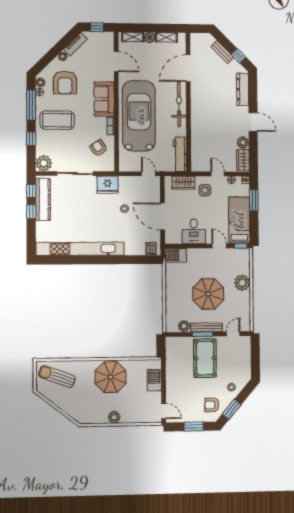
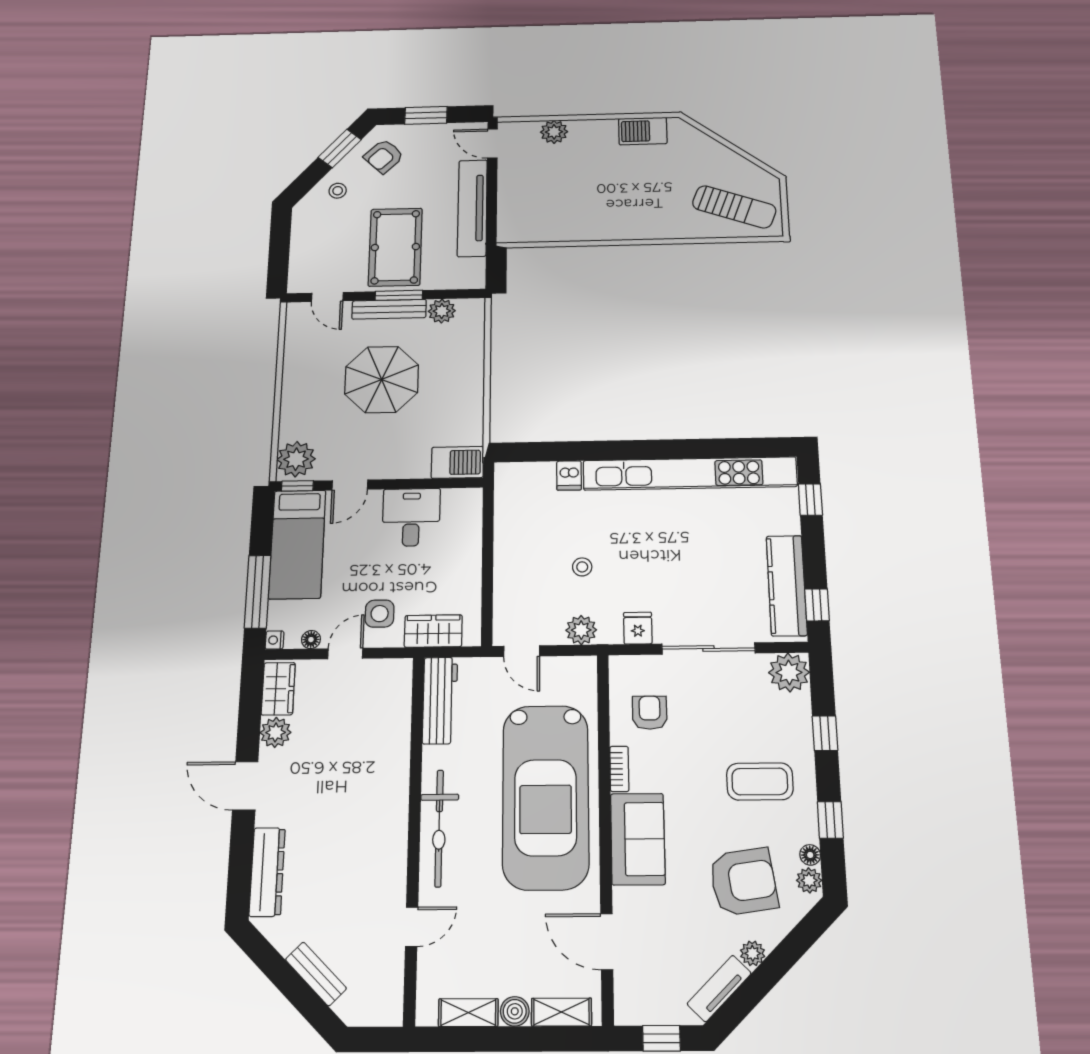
window: (239, 56) -> (272, 964), removed
door: (188, 68) -> (412, 927), width x0.53
armchair: (65, 82) -> (743, 882), turned 82
window: (31, 105) -> (830, 820), width x0.46
coffee table: (57, 120) -> (760, 781), width x0.73, depth x0.76
armchair: (99, 148) -> (650, 713), turned -145
door: (218, 174) -> (345, 654), swing flipped
plant: (125, 182) -> (581, 630), added
fridge: (108, 185) -> (638, 628), width x0.53, depth x0.75
window: (254, 200) -> (258, 592), width x1.44
window: (31, 212) -> (810, 500), moved
door: (163, 216) -> (488, 550), removed
door: (219, 246) -> (350, 485), hinge flipped
dishwasher: (151, 249) -> (569, 475), moved
plant: (242, 283) -> (296, 459), moved
door: (233, 334) -> (327, 297), hinge flipped
parasol: (111, 377) -> (612, 207), removed
tv unit: (172, 377) -> (472, 208), added
barbecue: (154, 380) -> (643, 131), moved, turned 90
armchair: (212, 405) -> (384, 156), turned 135
plant: (114, 417) -> (554, 132), moved

